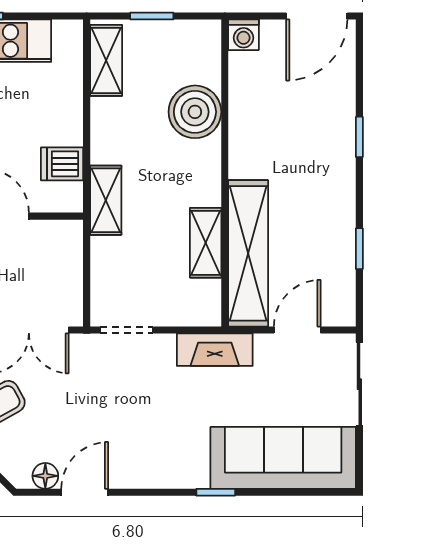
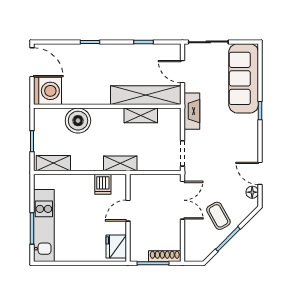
washing machine: (243, 35) -> (48, 91), width x1.89, depth x1.89

